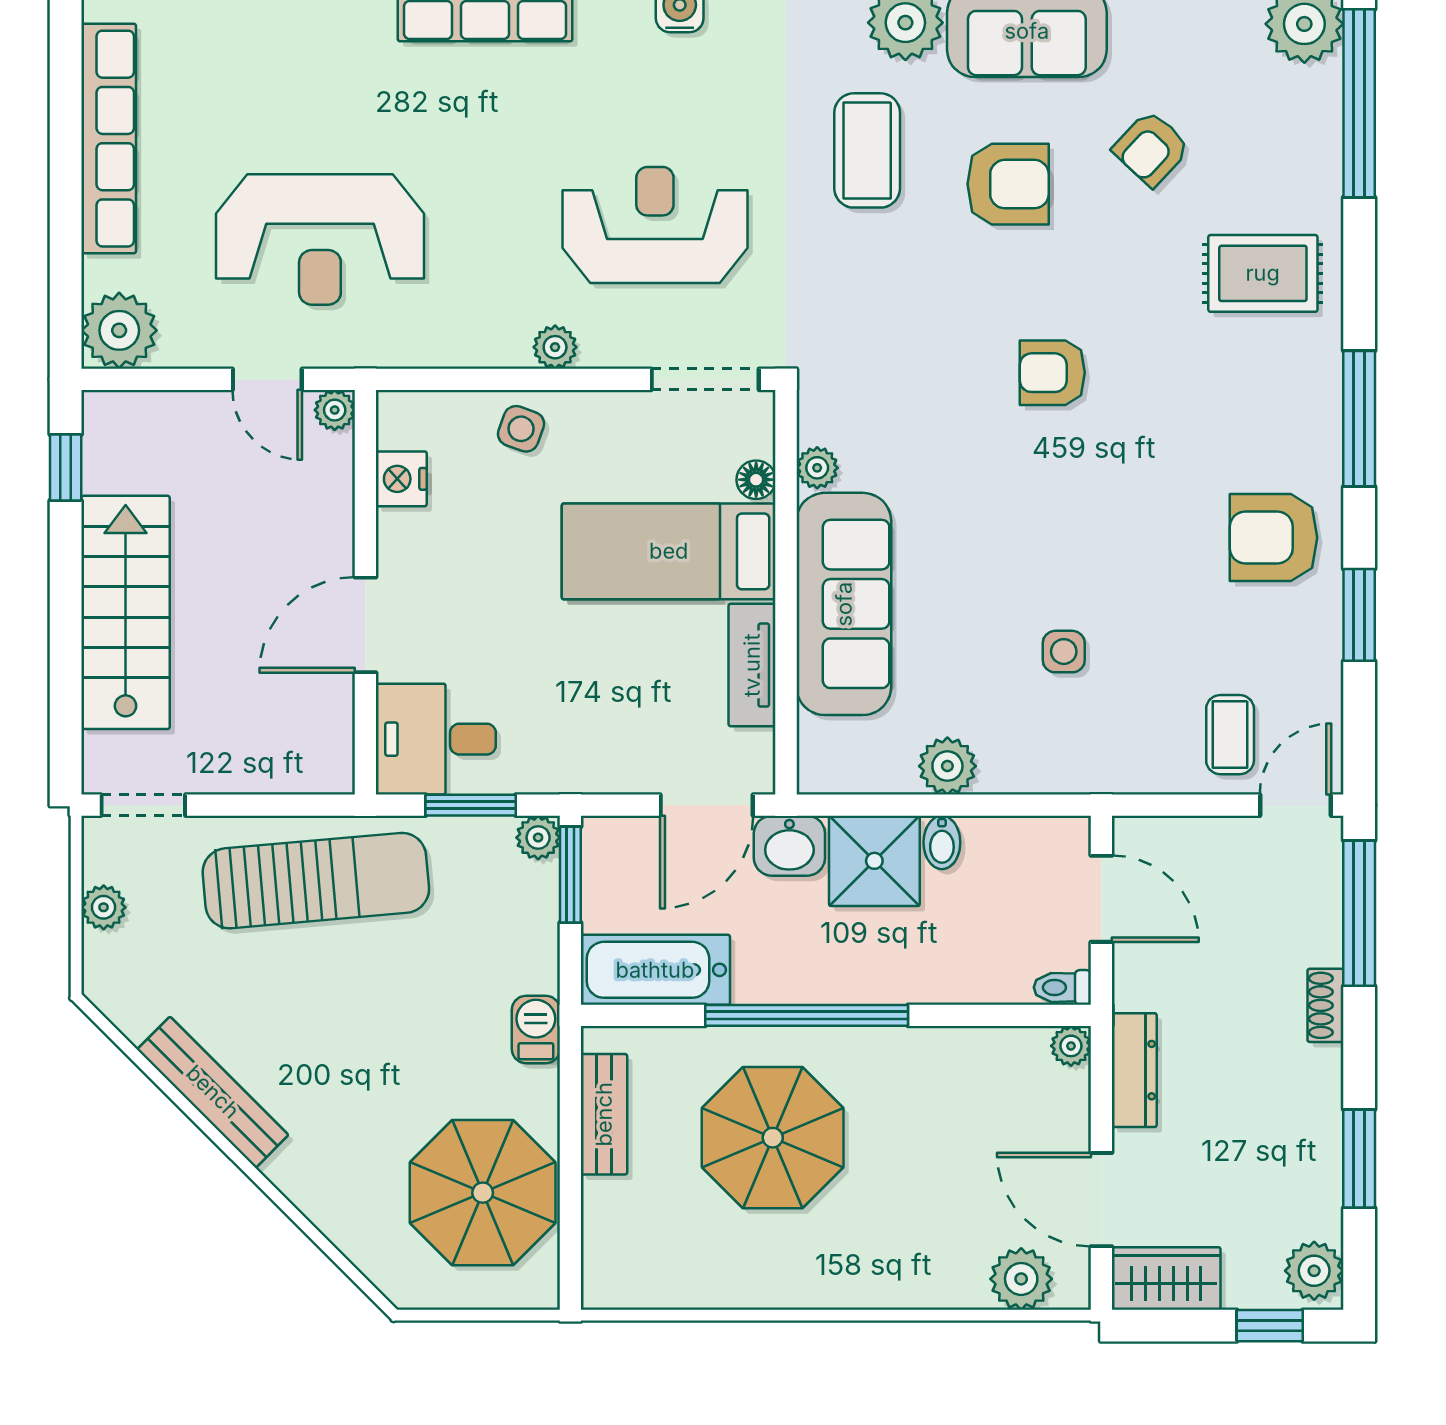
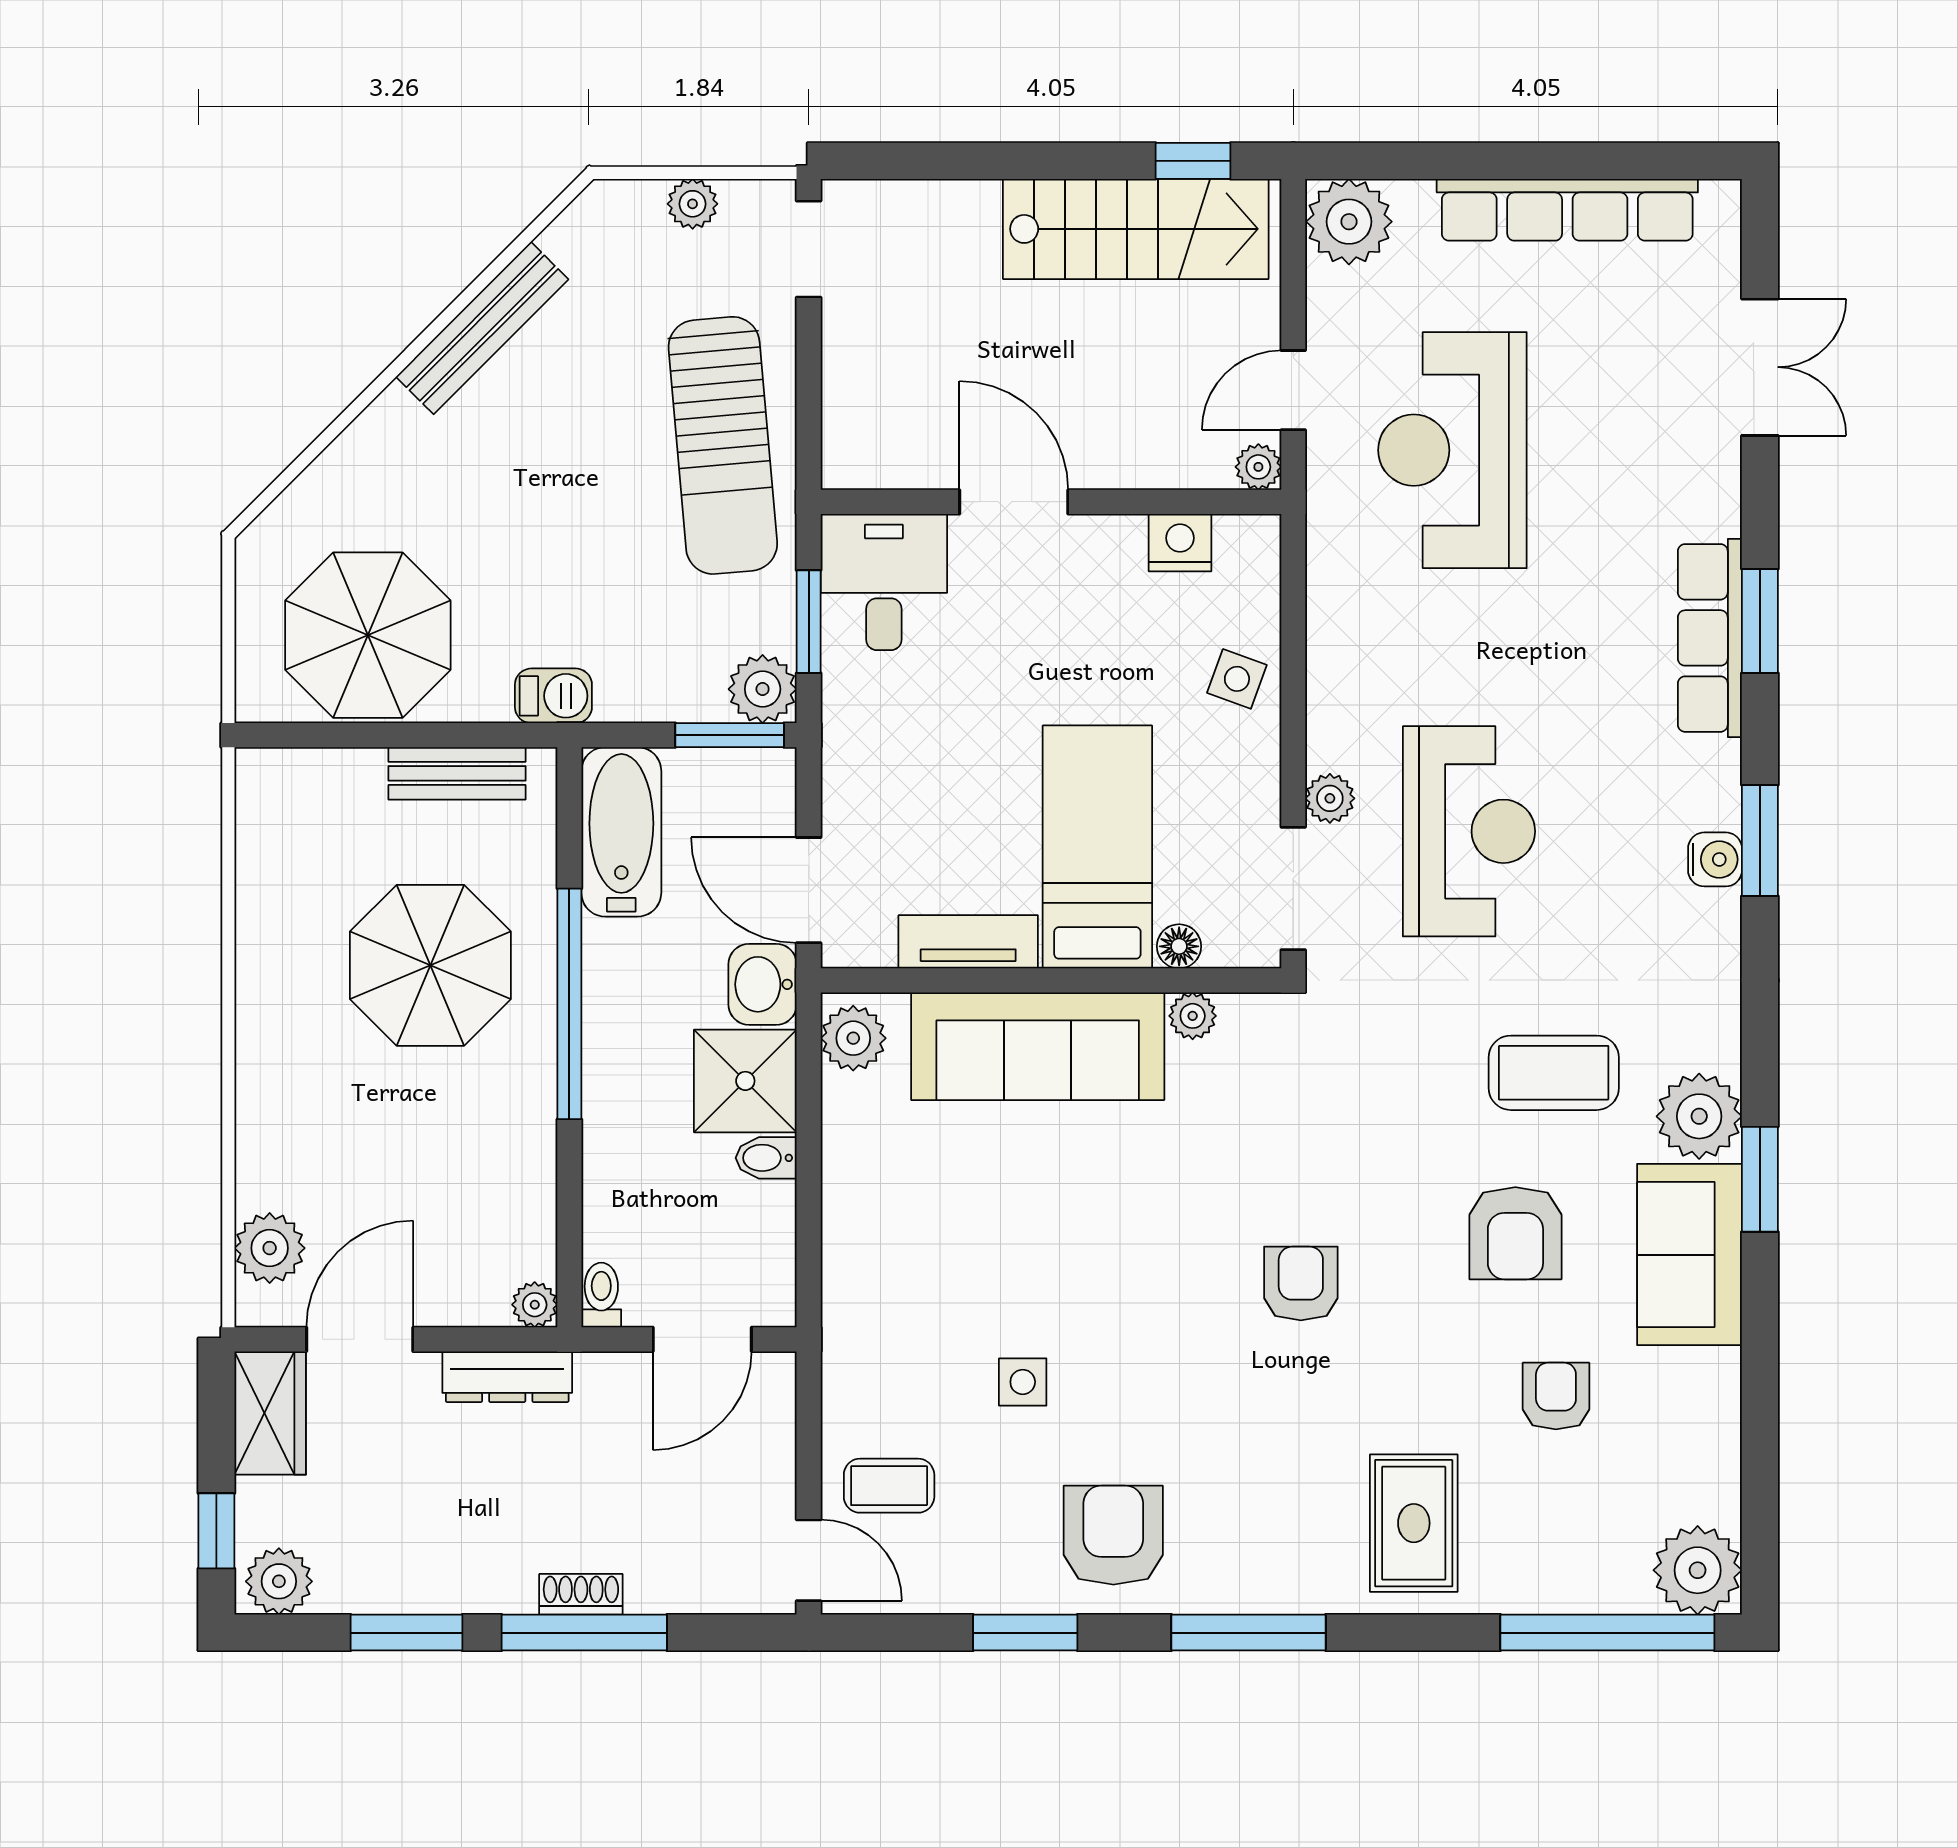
armchair: (1151, 148) -> (1556, 1396), turned 47
plant: (555, 347) -> (1330, 798), moved
stairs: (126, 612) -> (1136, 229), moved
side table: (1064, 652) -> (1023, 1382), moved
plant: (947, 766) -> (853, 1038), moved
plant: (538, 838) -> (763, 689), width x1.38, depth x1.38
window: (1359, 913) -> (584, 1633), moved

